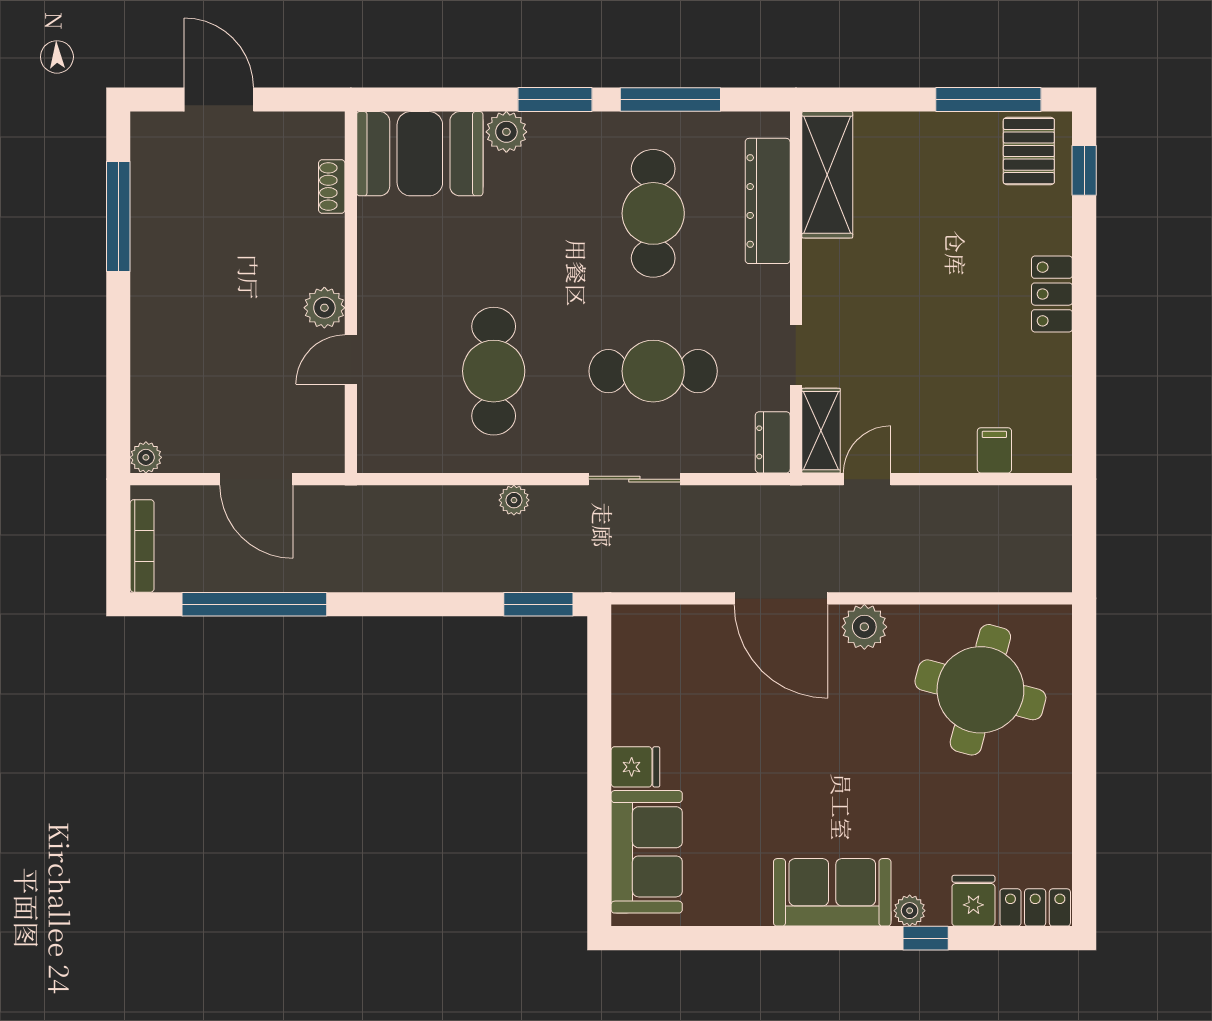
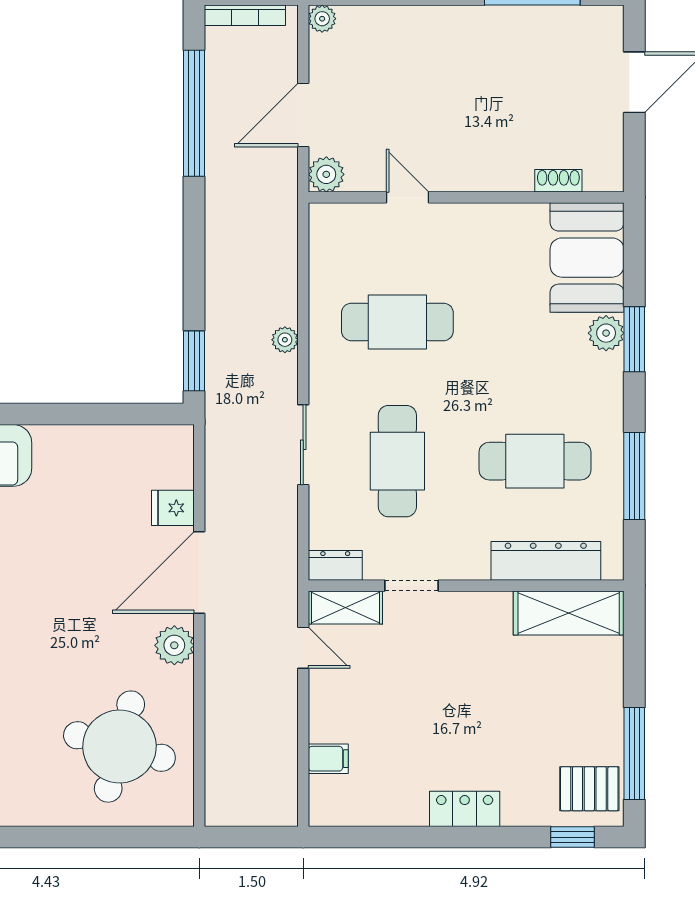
window: (555, 99) -> (634, 339), moved
plant: (324, 308) -> (326, 174), moved
fridge: (635, 767) -> (173, 508), moved, turned 90

